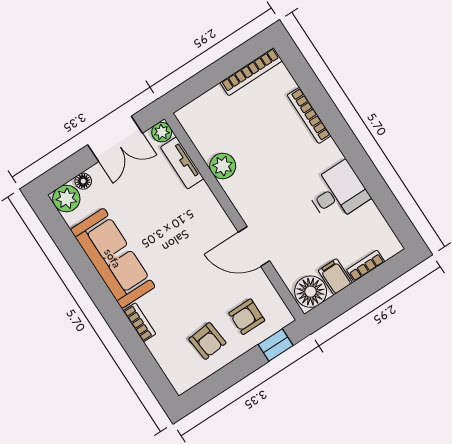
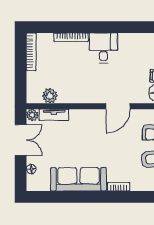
plant: (223, 166) -> (50, 96), moved
desk: (337, 192) -> (103, 48), moved
plant: (66, 198) -> (34, 183), removed

